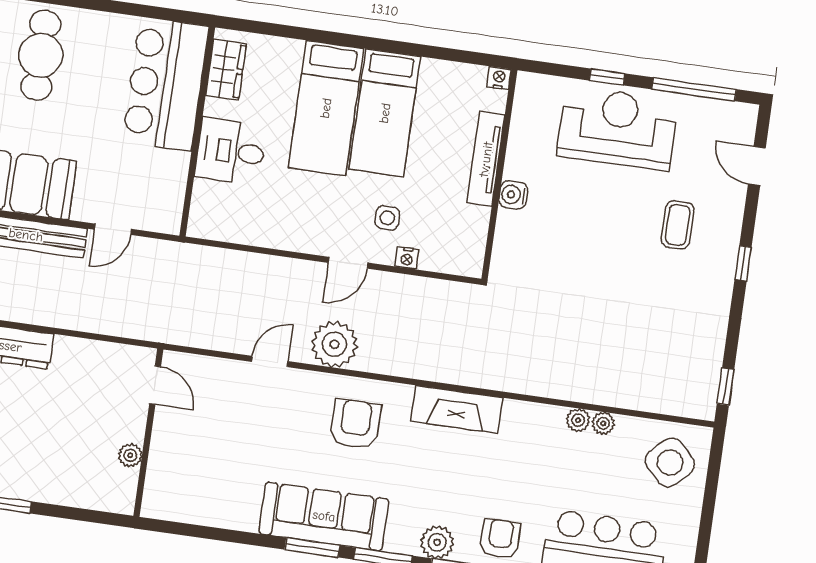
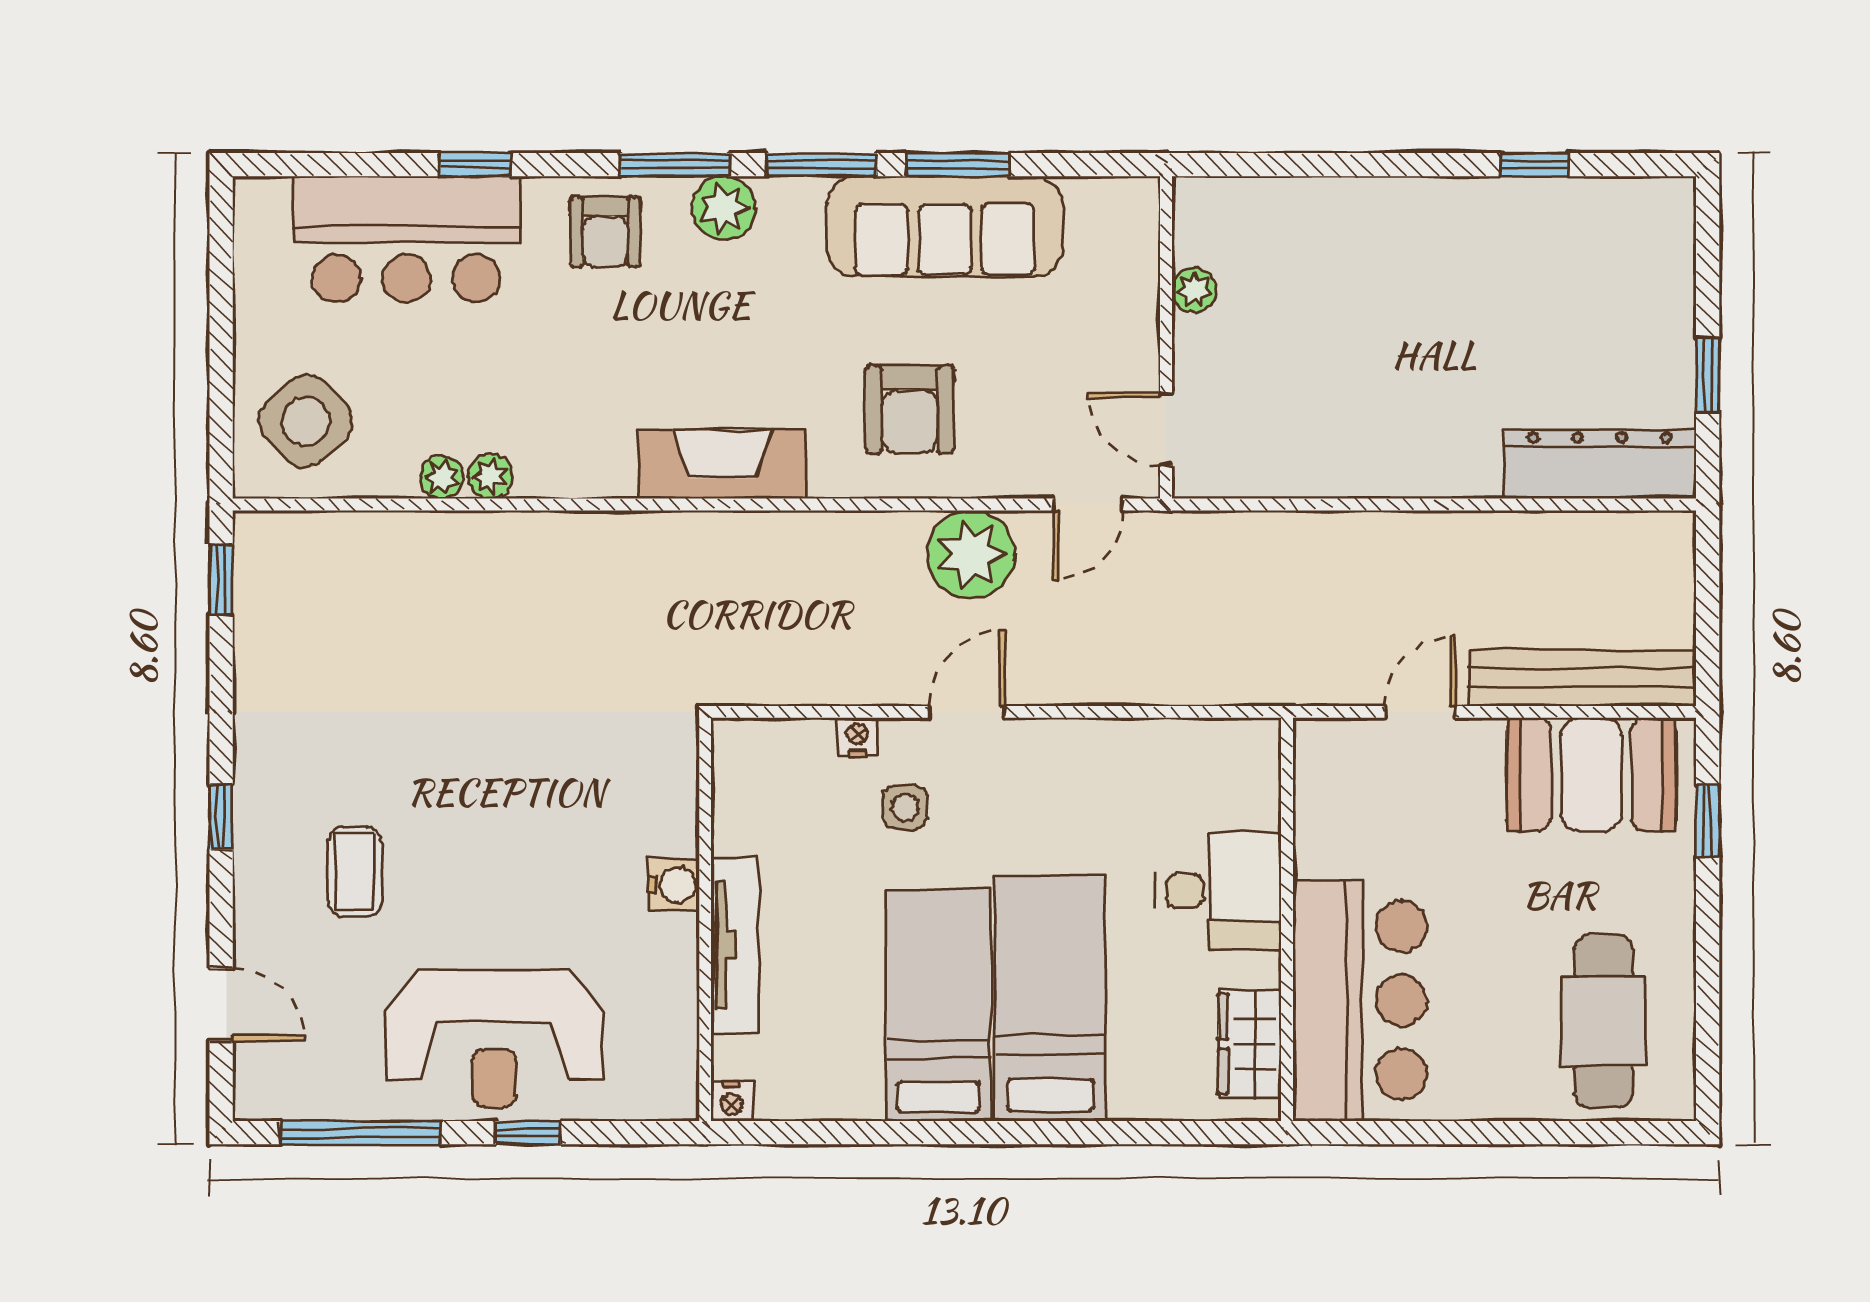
door: (155, 385) -> (1166, 429), moved
wall: (148, 433) -> (1166, 337), moved
plant: (130, 455) -> (1194, 290), moved

